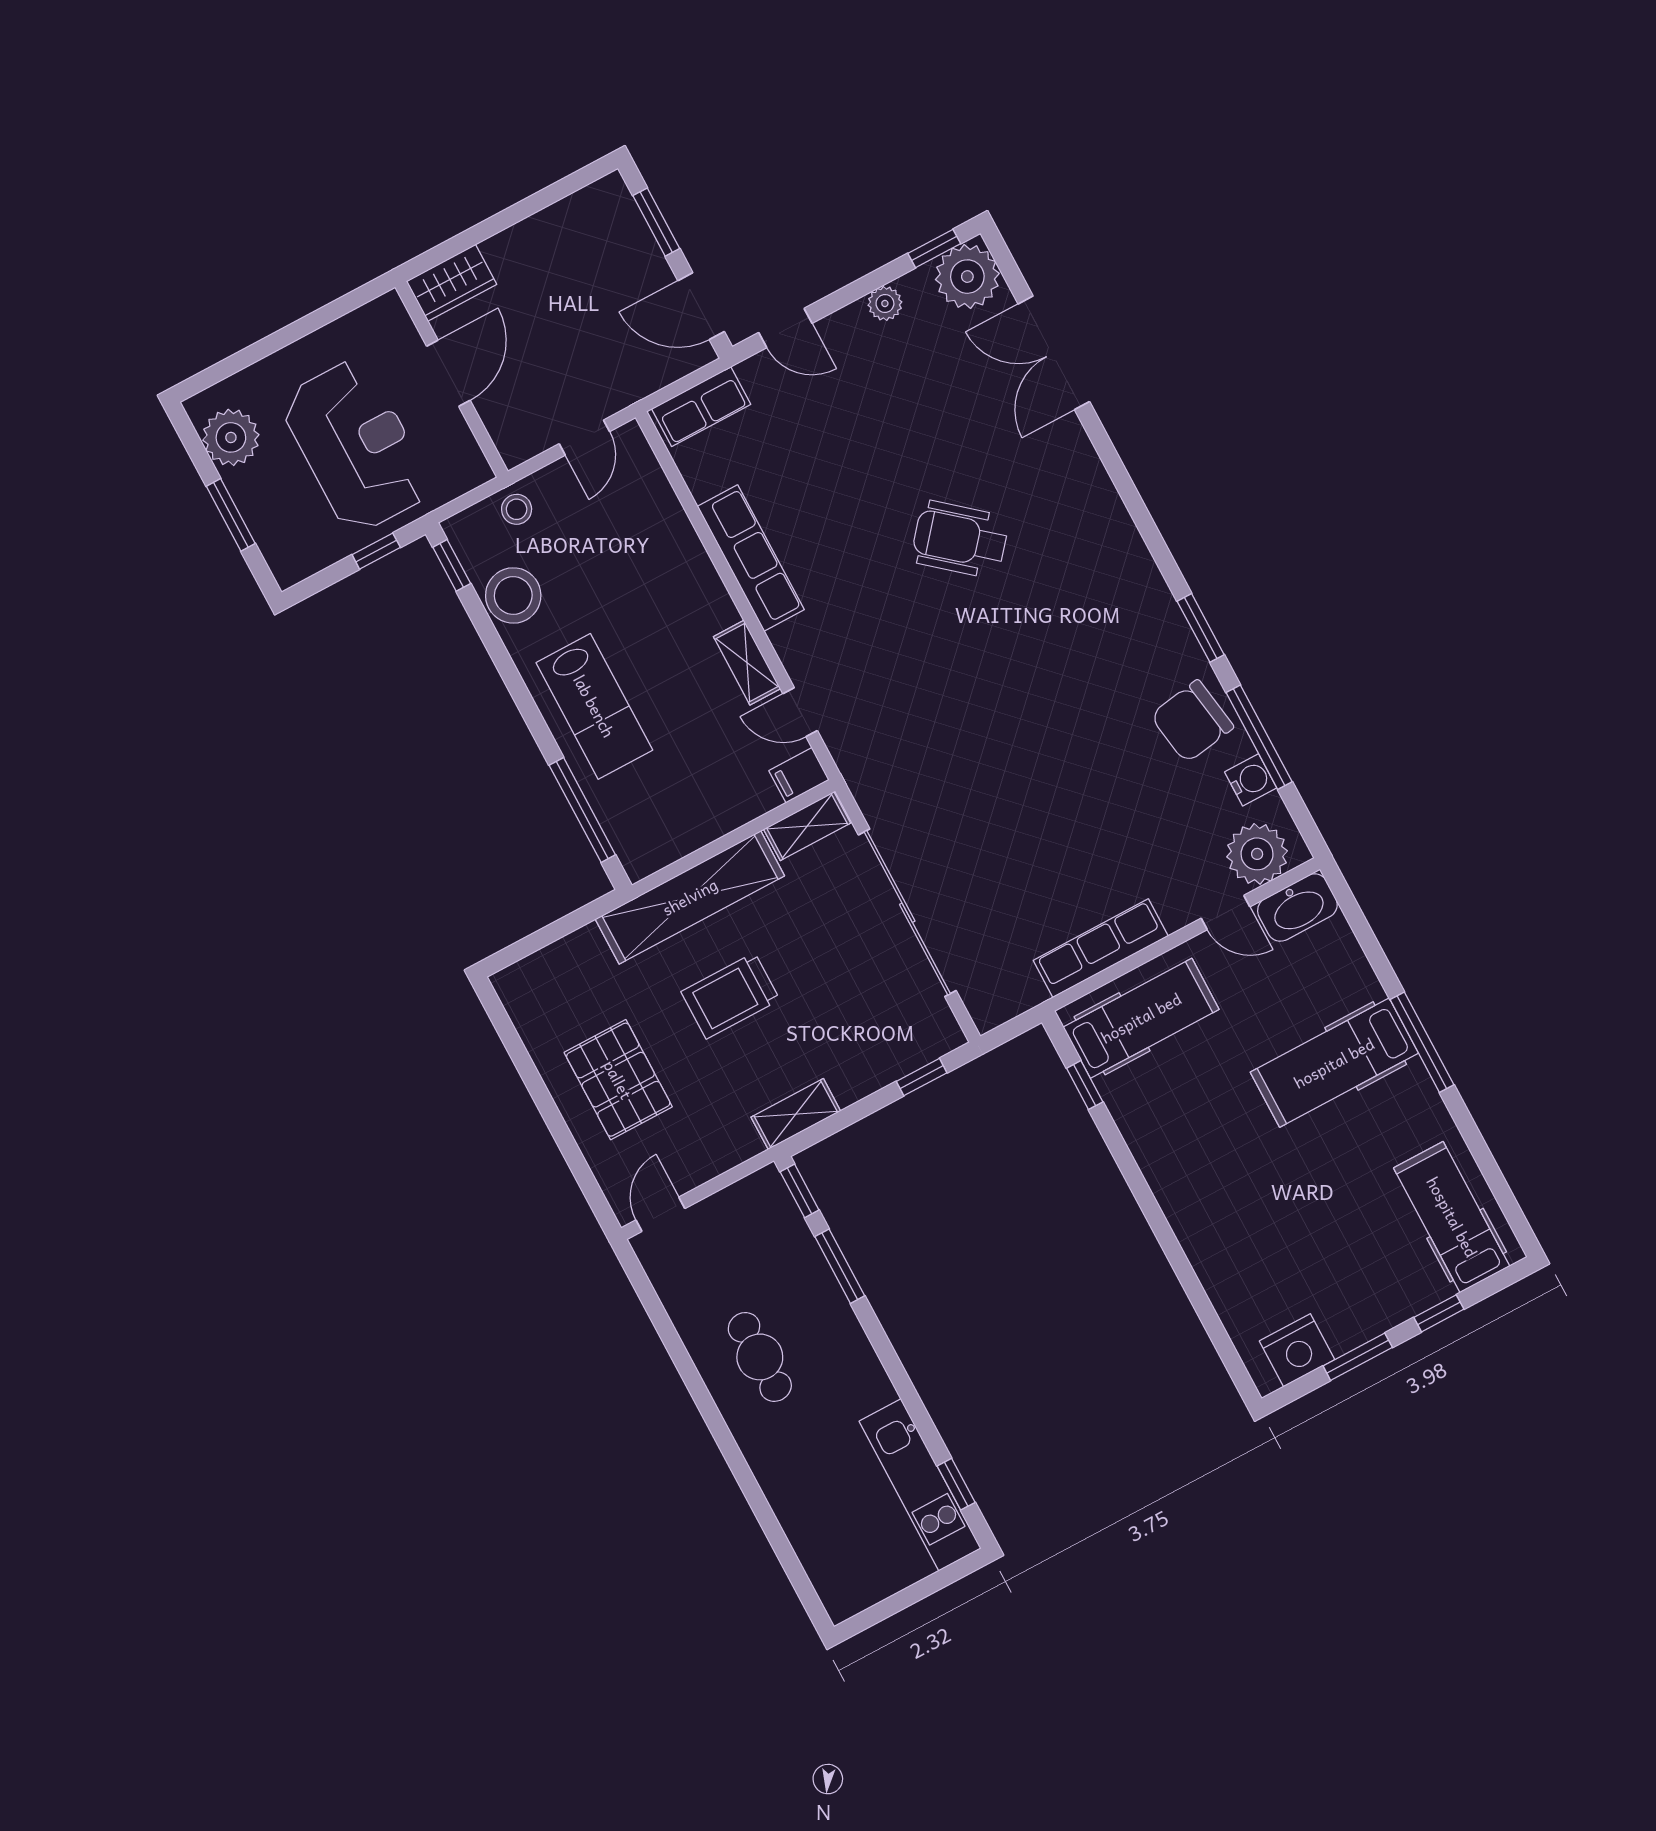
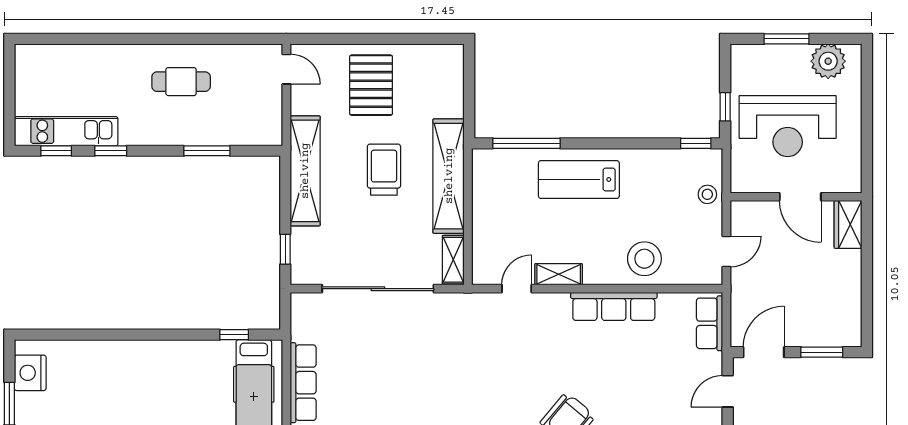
door: (584, 438) -> (726, 251), swing flipped
stool: (513, 595) -> (644, 259), moved
filing cabinet: (799, 775) -> (483, 270), removed
pallet: (618, 1080) -> (371, 85), turned 90
shelving: (796, 1114) -> (305, 171), width x2.20, depth x1.33
window: (800, 1191) -> (111, 151), moved

